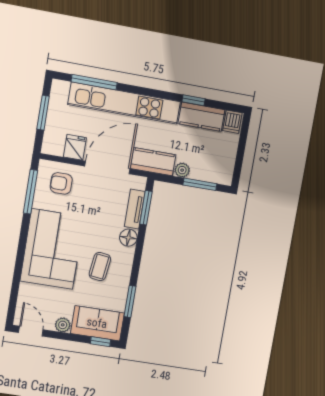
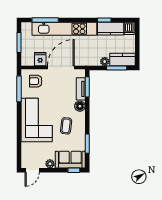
kitchen counter: (153, 162) -> (122, 60), moved
door: (31, 331) -> (32, 170), swing flipped

